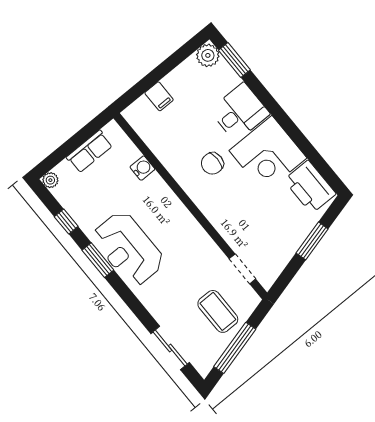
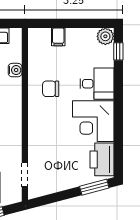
window: (234, 60) -> (118, 51), width x0.67
chair: (212, 163) -> (51, 89), moved
window: (312, 241) -> (94, 187), moved

